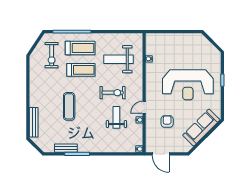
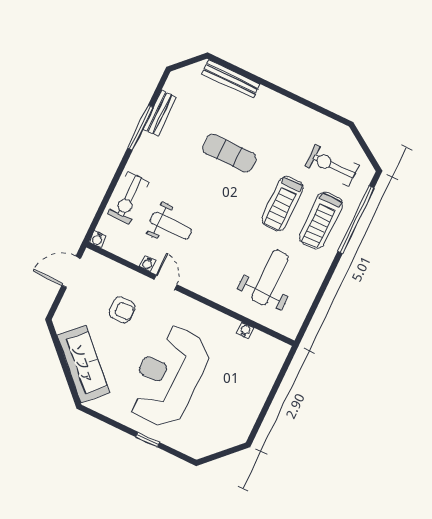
exercise bike: (113, 93) -> (128, 198), moved

